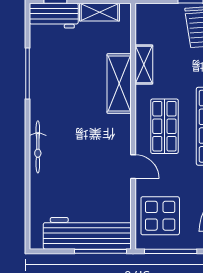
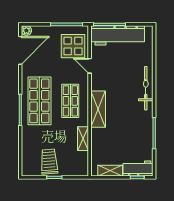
shelving: (119, 84) -> (98, 109), moved
bicycle: (38, 147) -> (146, 88), width x1.37, depth x1.40
door: (133, 167) -> (90, 66), moved

